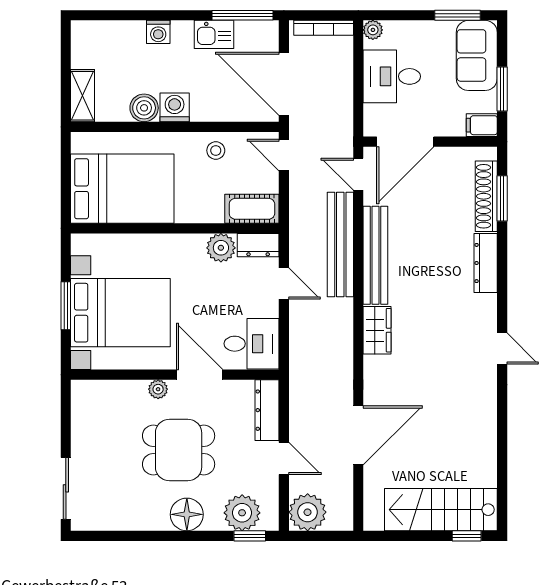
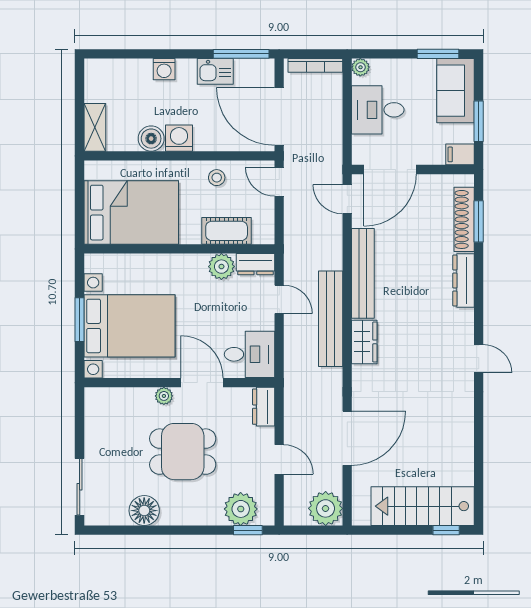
cot: (252, 209) -> (227, 231), moved
bench: (340, 244) -> (331, 319), moved
dresser: (267, 410) -> (264, 407), width x0.70
plant: (308, 512) -> (326, 508), moved
floor lamp: (187, 514) -> (144, 511), moved

